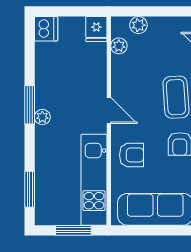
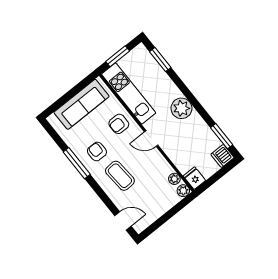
plant: (138, 25) -> (183, 191), moved
window: (30, 105) -> (222, 136), moved
plant: (42, 117) -> (181, 108), width x1.87, depth x1.87

